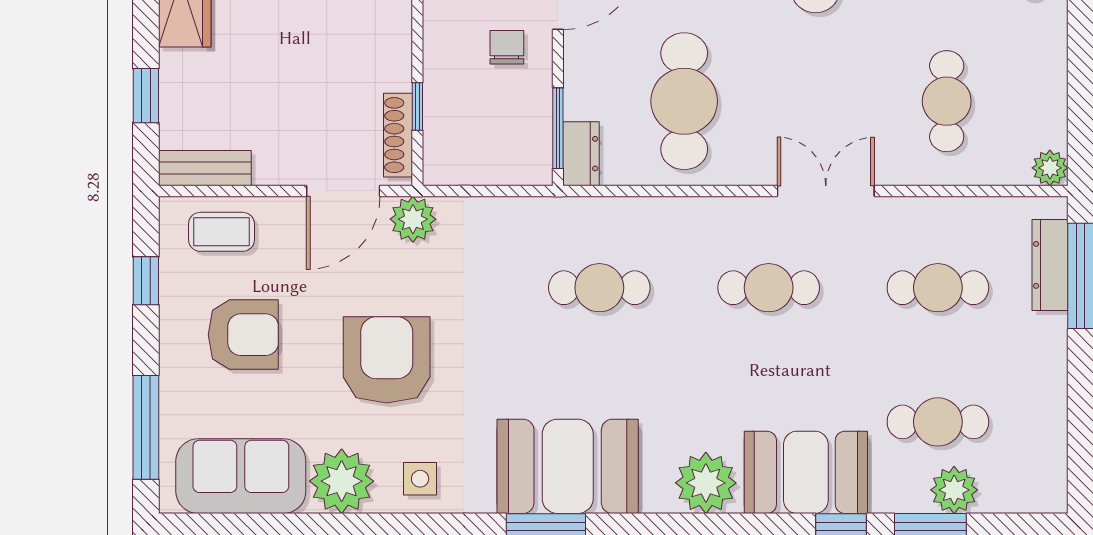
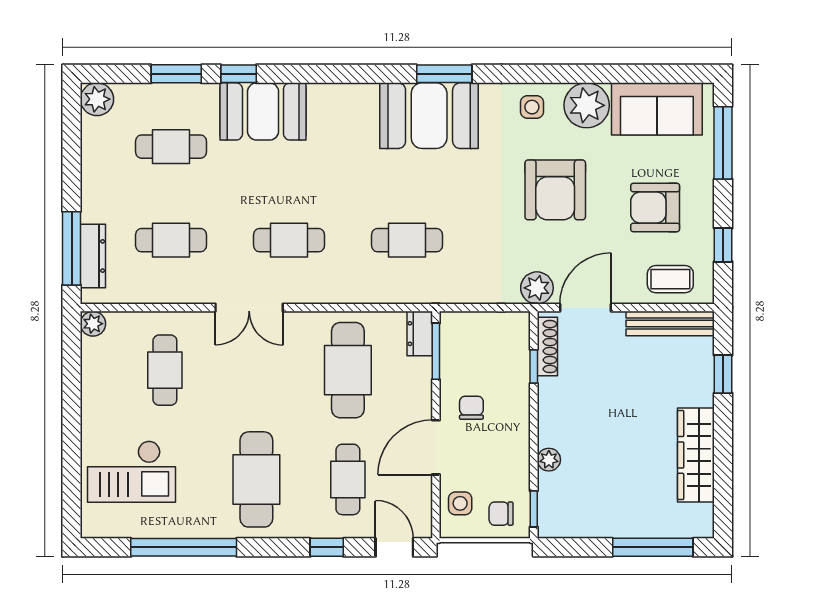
chair: (507, 47) -> (471, 408), turned 180
bench: (205, 168) -> (670, 323), width x1.36
plant: (706, 483) -> (333, 104), removed
plant: (954, 490) -> (97, 99), moved

